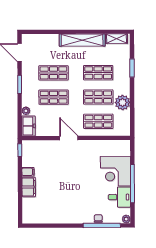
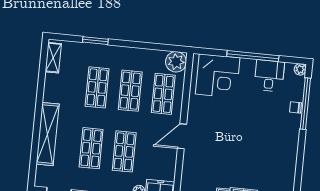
shelving: (82, 40) -> (48, 134), moved
plant: (123, 102) -> (176, 62), moved
corner desk: (115, 171) -> (218, 76), moved

